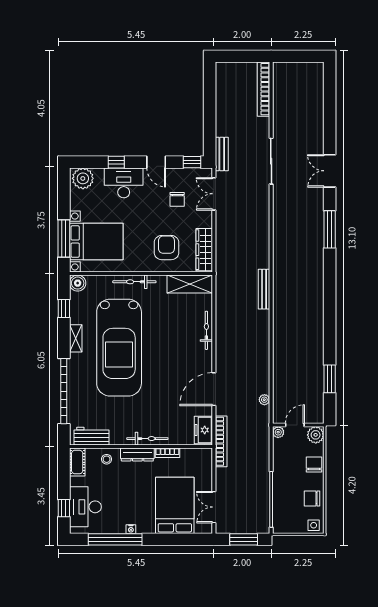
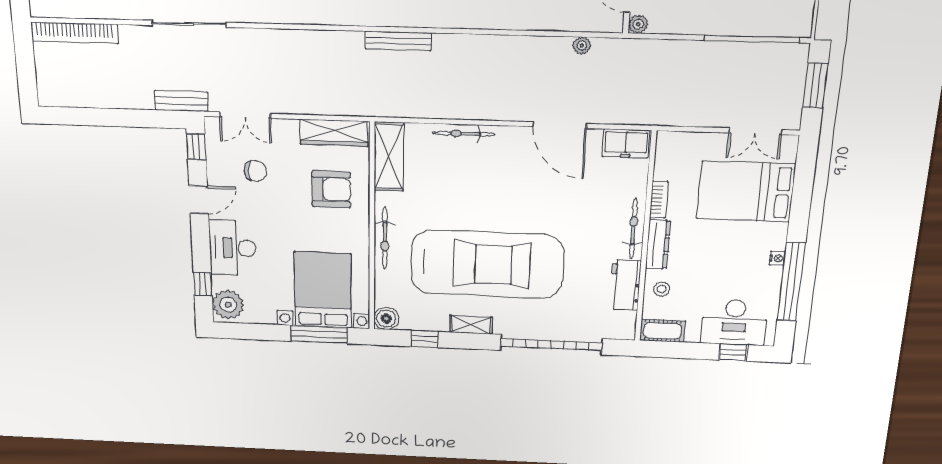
window: (116, 162) -> (203, 284), moved
armchair: (166, 248) -> (331, 189), turned 180
workbench: (92, 436) -> (625, 285), moved
bookcase: (221, 441) -> (647, 117), removed

